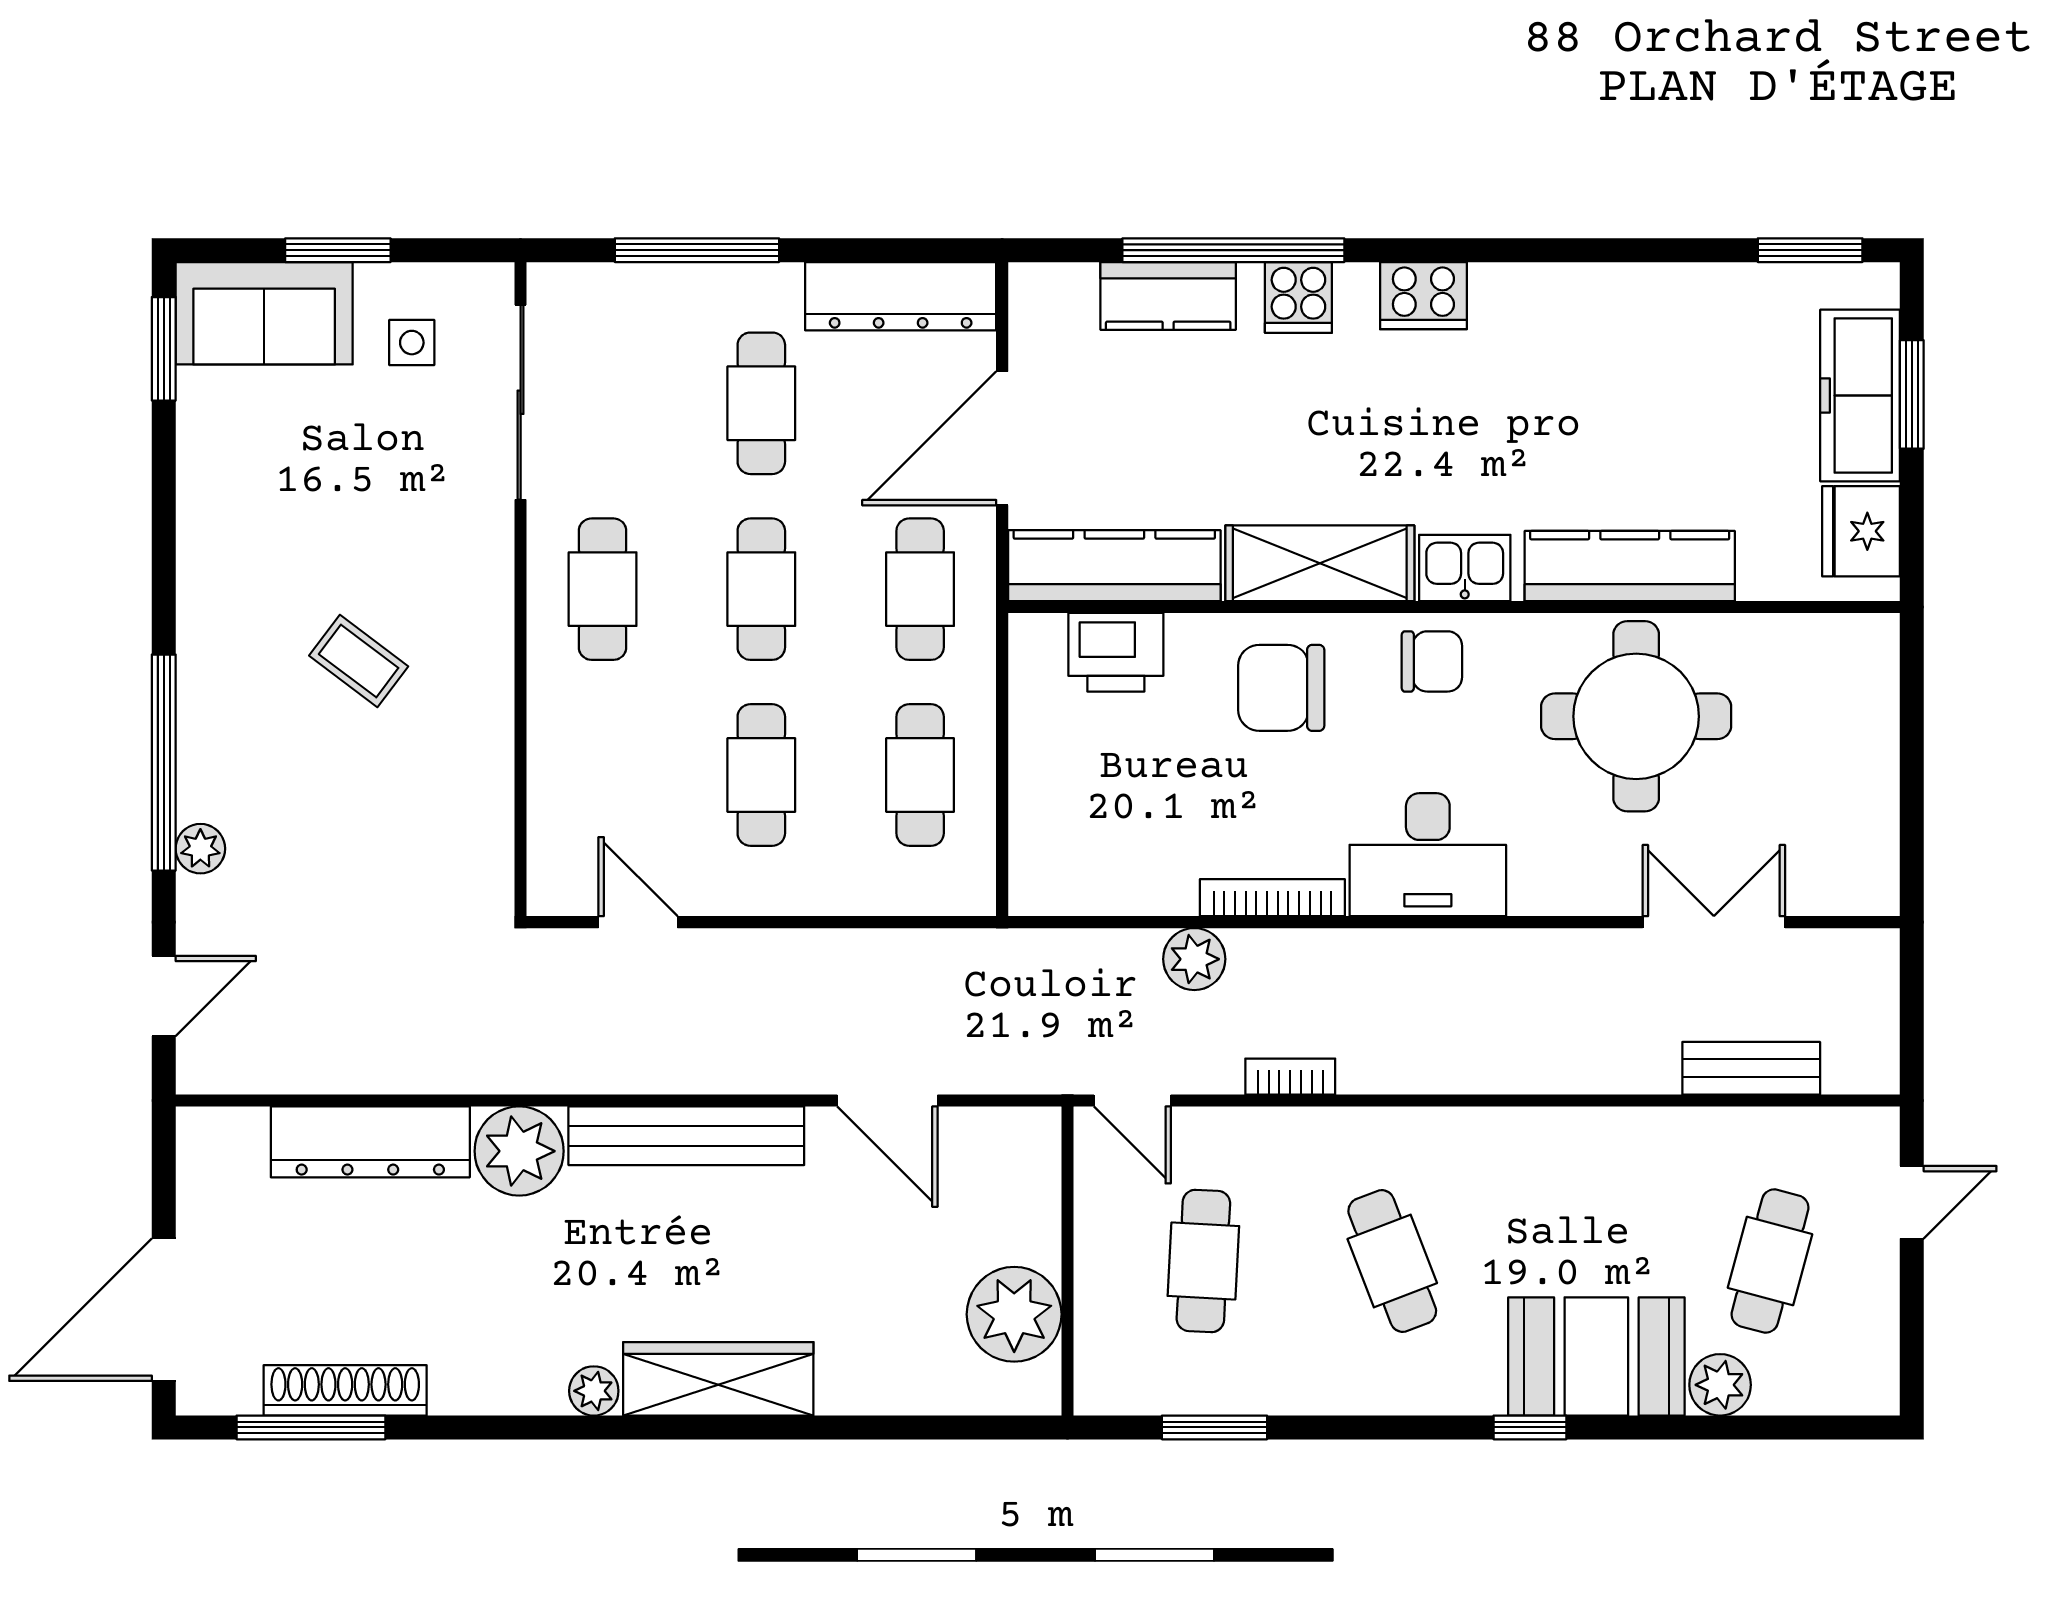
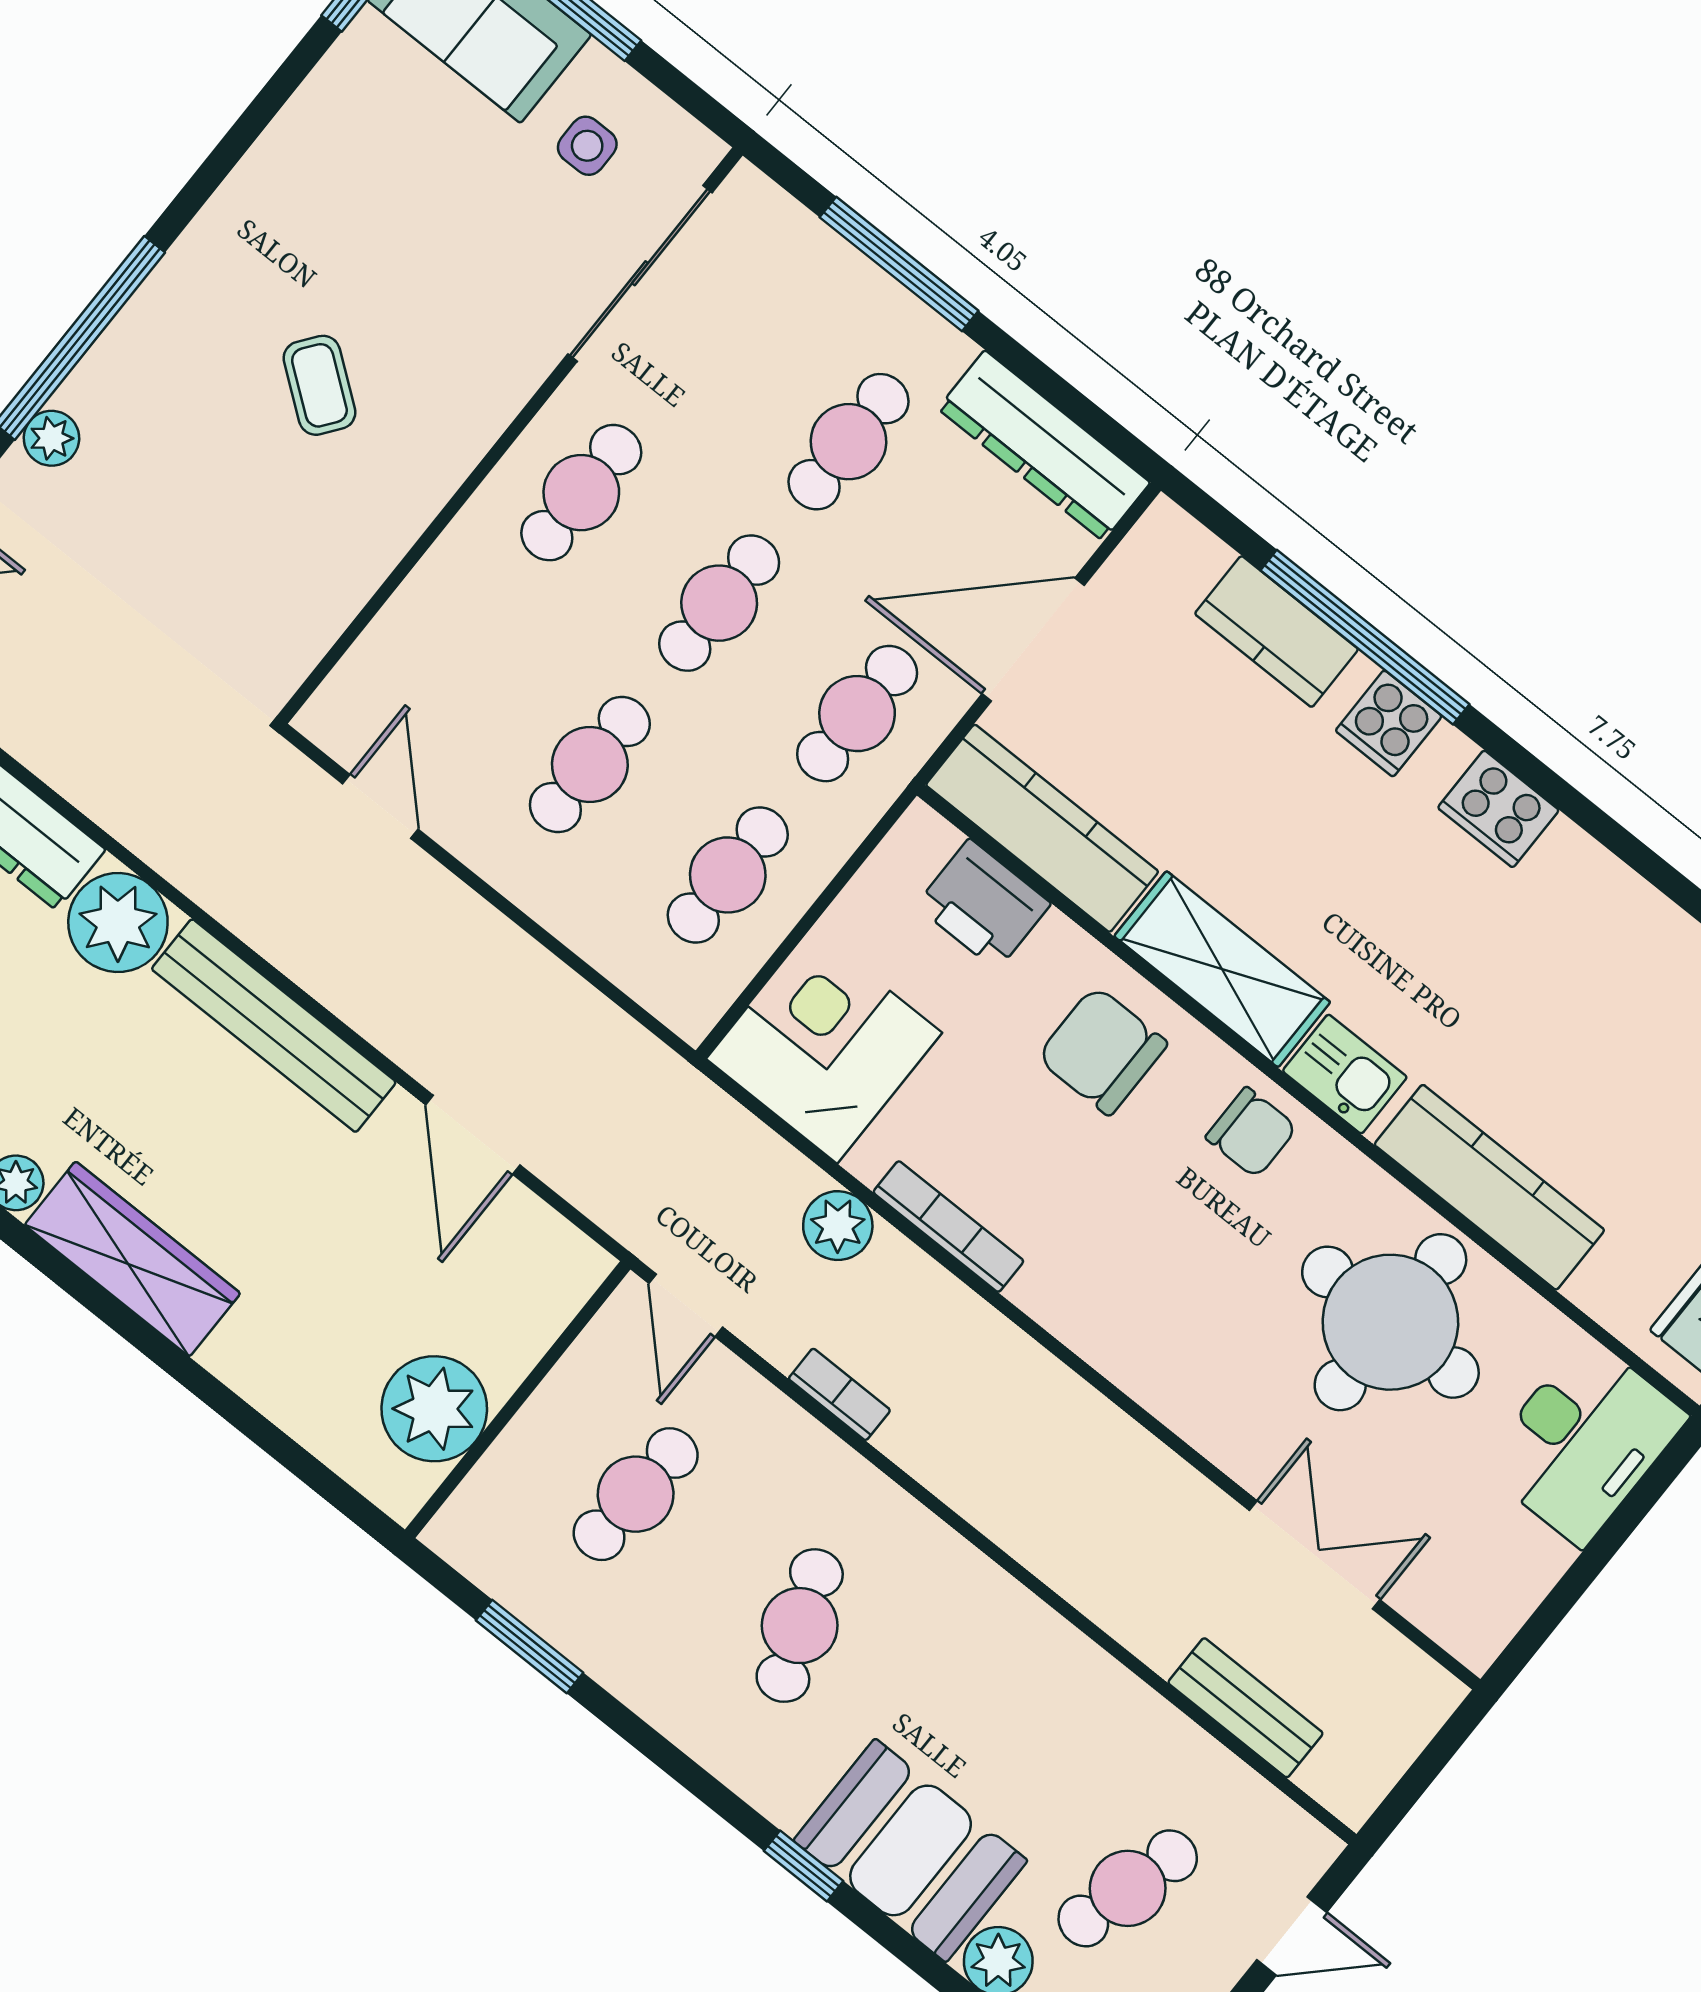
corner desk: (1084, 841) -> (824, 1046), added
desk: (1428, 855) -> (1584, 1441), moved, turned -90

